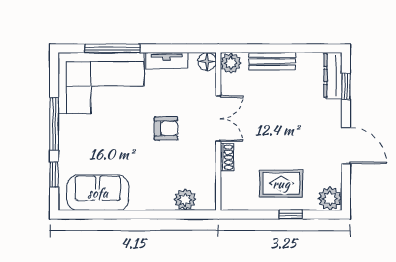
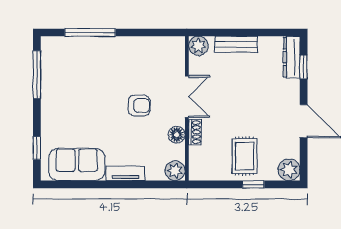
tv unit: (167, 60) -> (125, 173), moved, turned 180
floor lamp: (207, 62) -> (177, 135), moved
corner sofa: (101, 83) -> (80, 64), removed
window: (54, 124) -> (37, 75), moved
rug: (281, 184) -> (244, 156), turned 90
plant: (185, 200) -> (175, 171), moved

